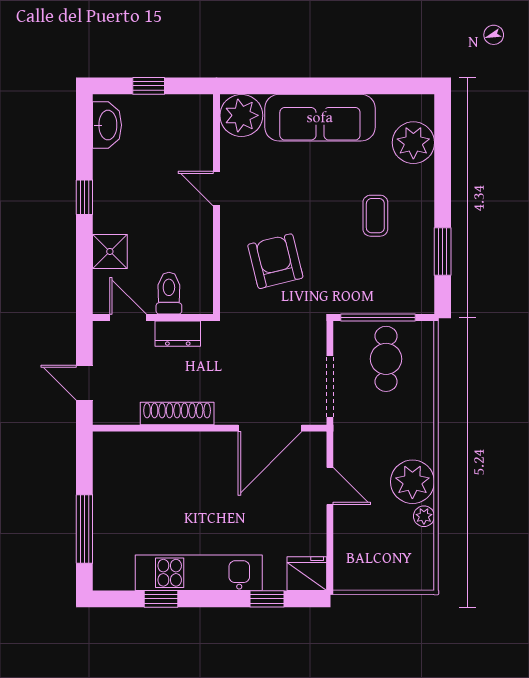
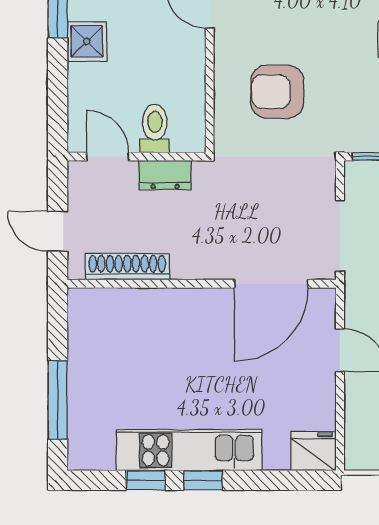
shower: (110, 251) -> (87, 41), moved
armchair: (275, 261) -> (277, 92), turned -76
shoe rack: (177, 413) -> (127, 267), moved
window: (267, 599) -> (203, 480), moved

